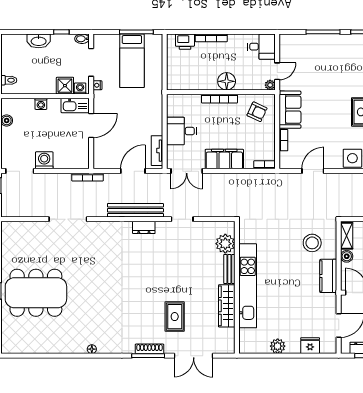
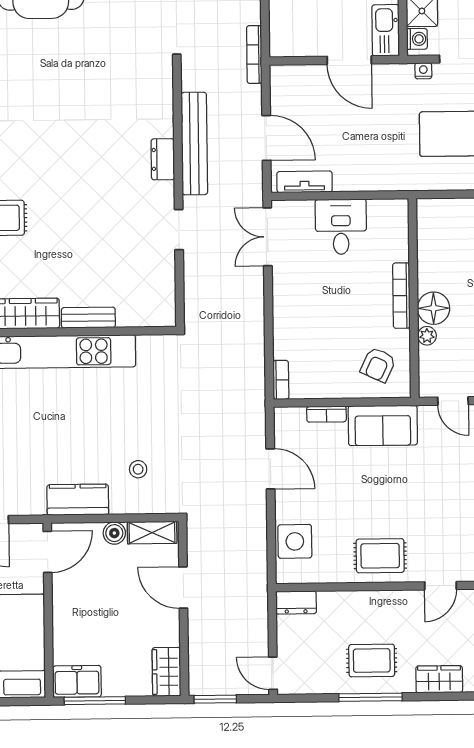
plant: (270, 85) -> (427, 336), moved
filing cabinet: (224, 159) -> (290, 306), removed
stool: (312, 243) -> (138, 469), width x0.53, depth x0.53
plant: (225, 244) -> (135, 310), removed

